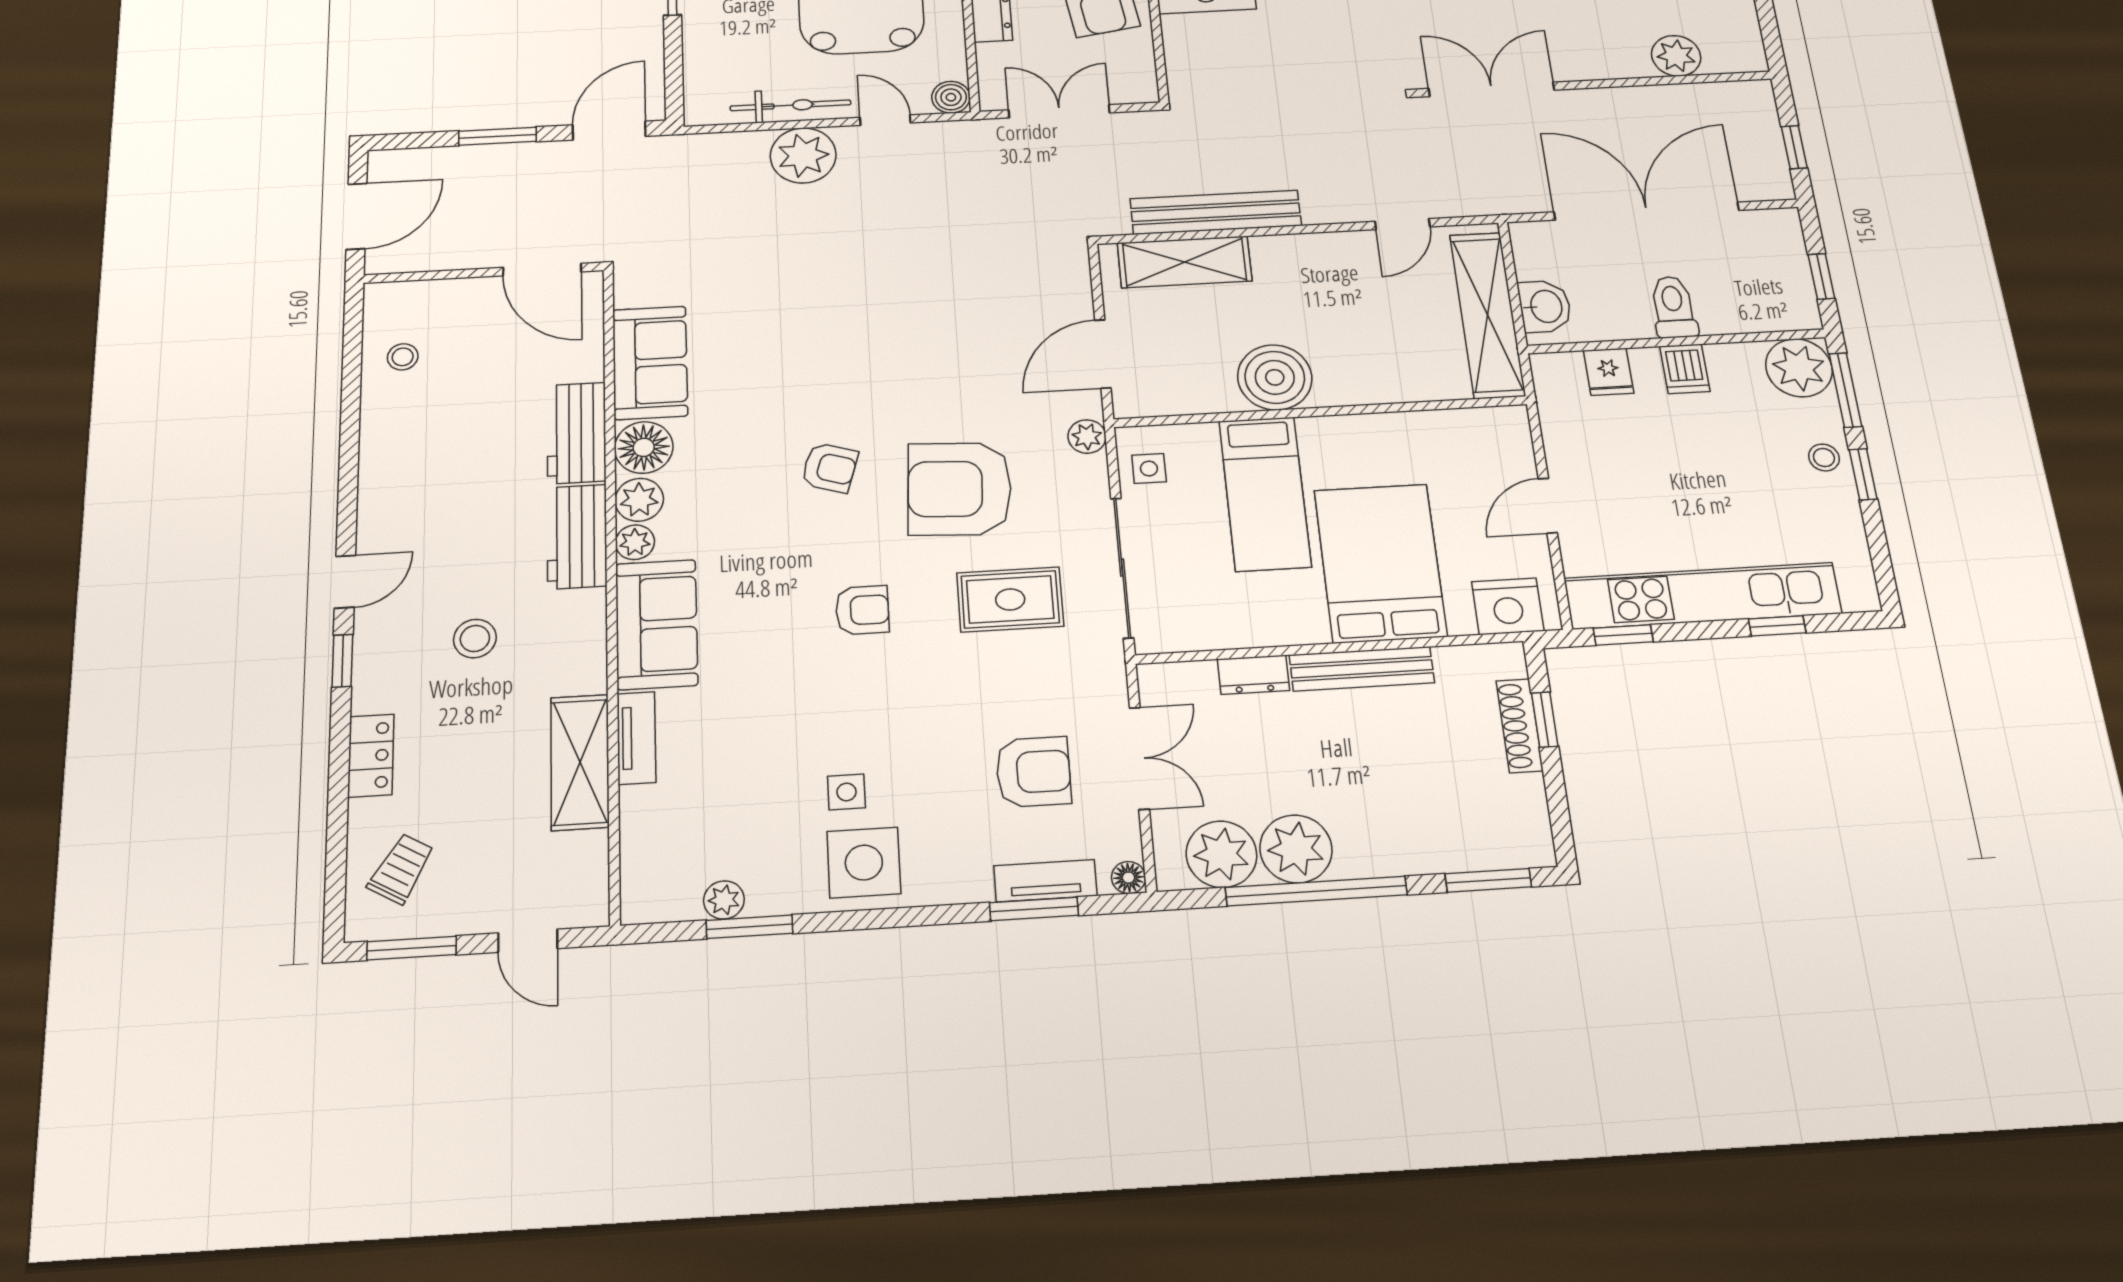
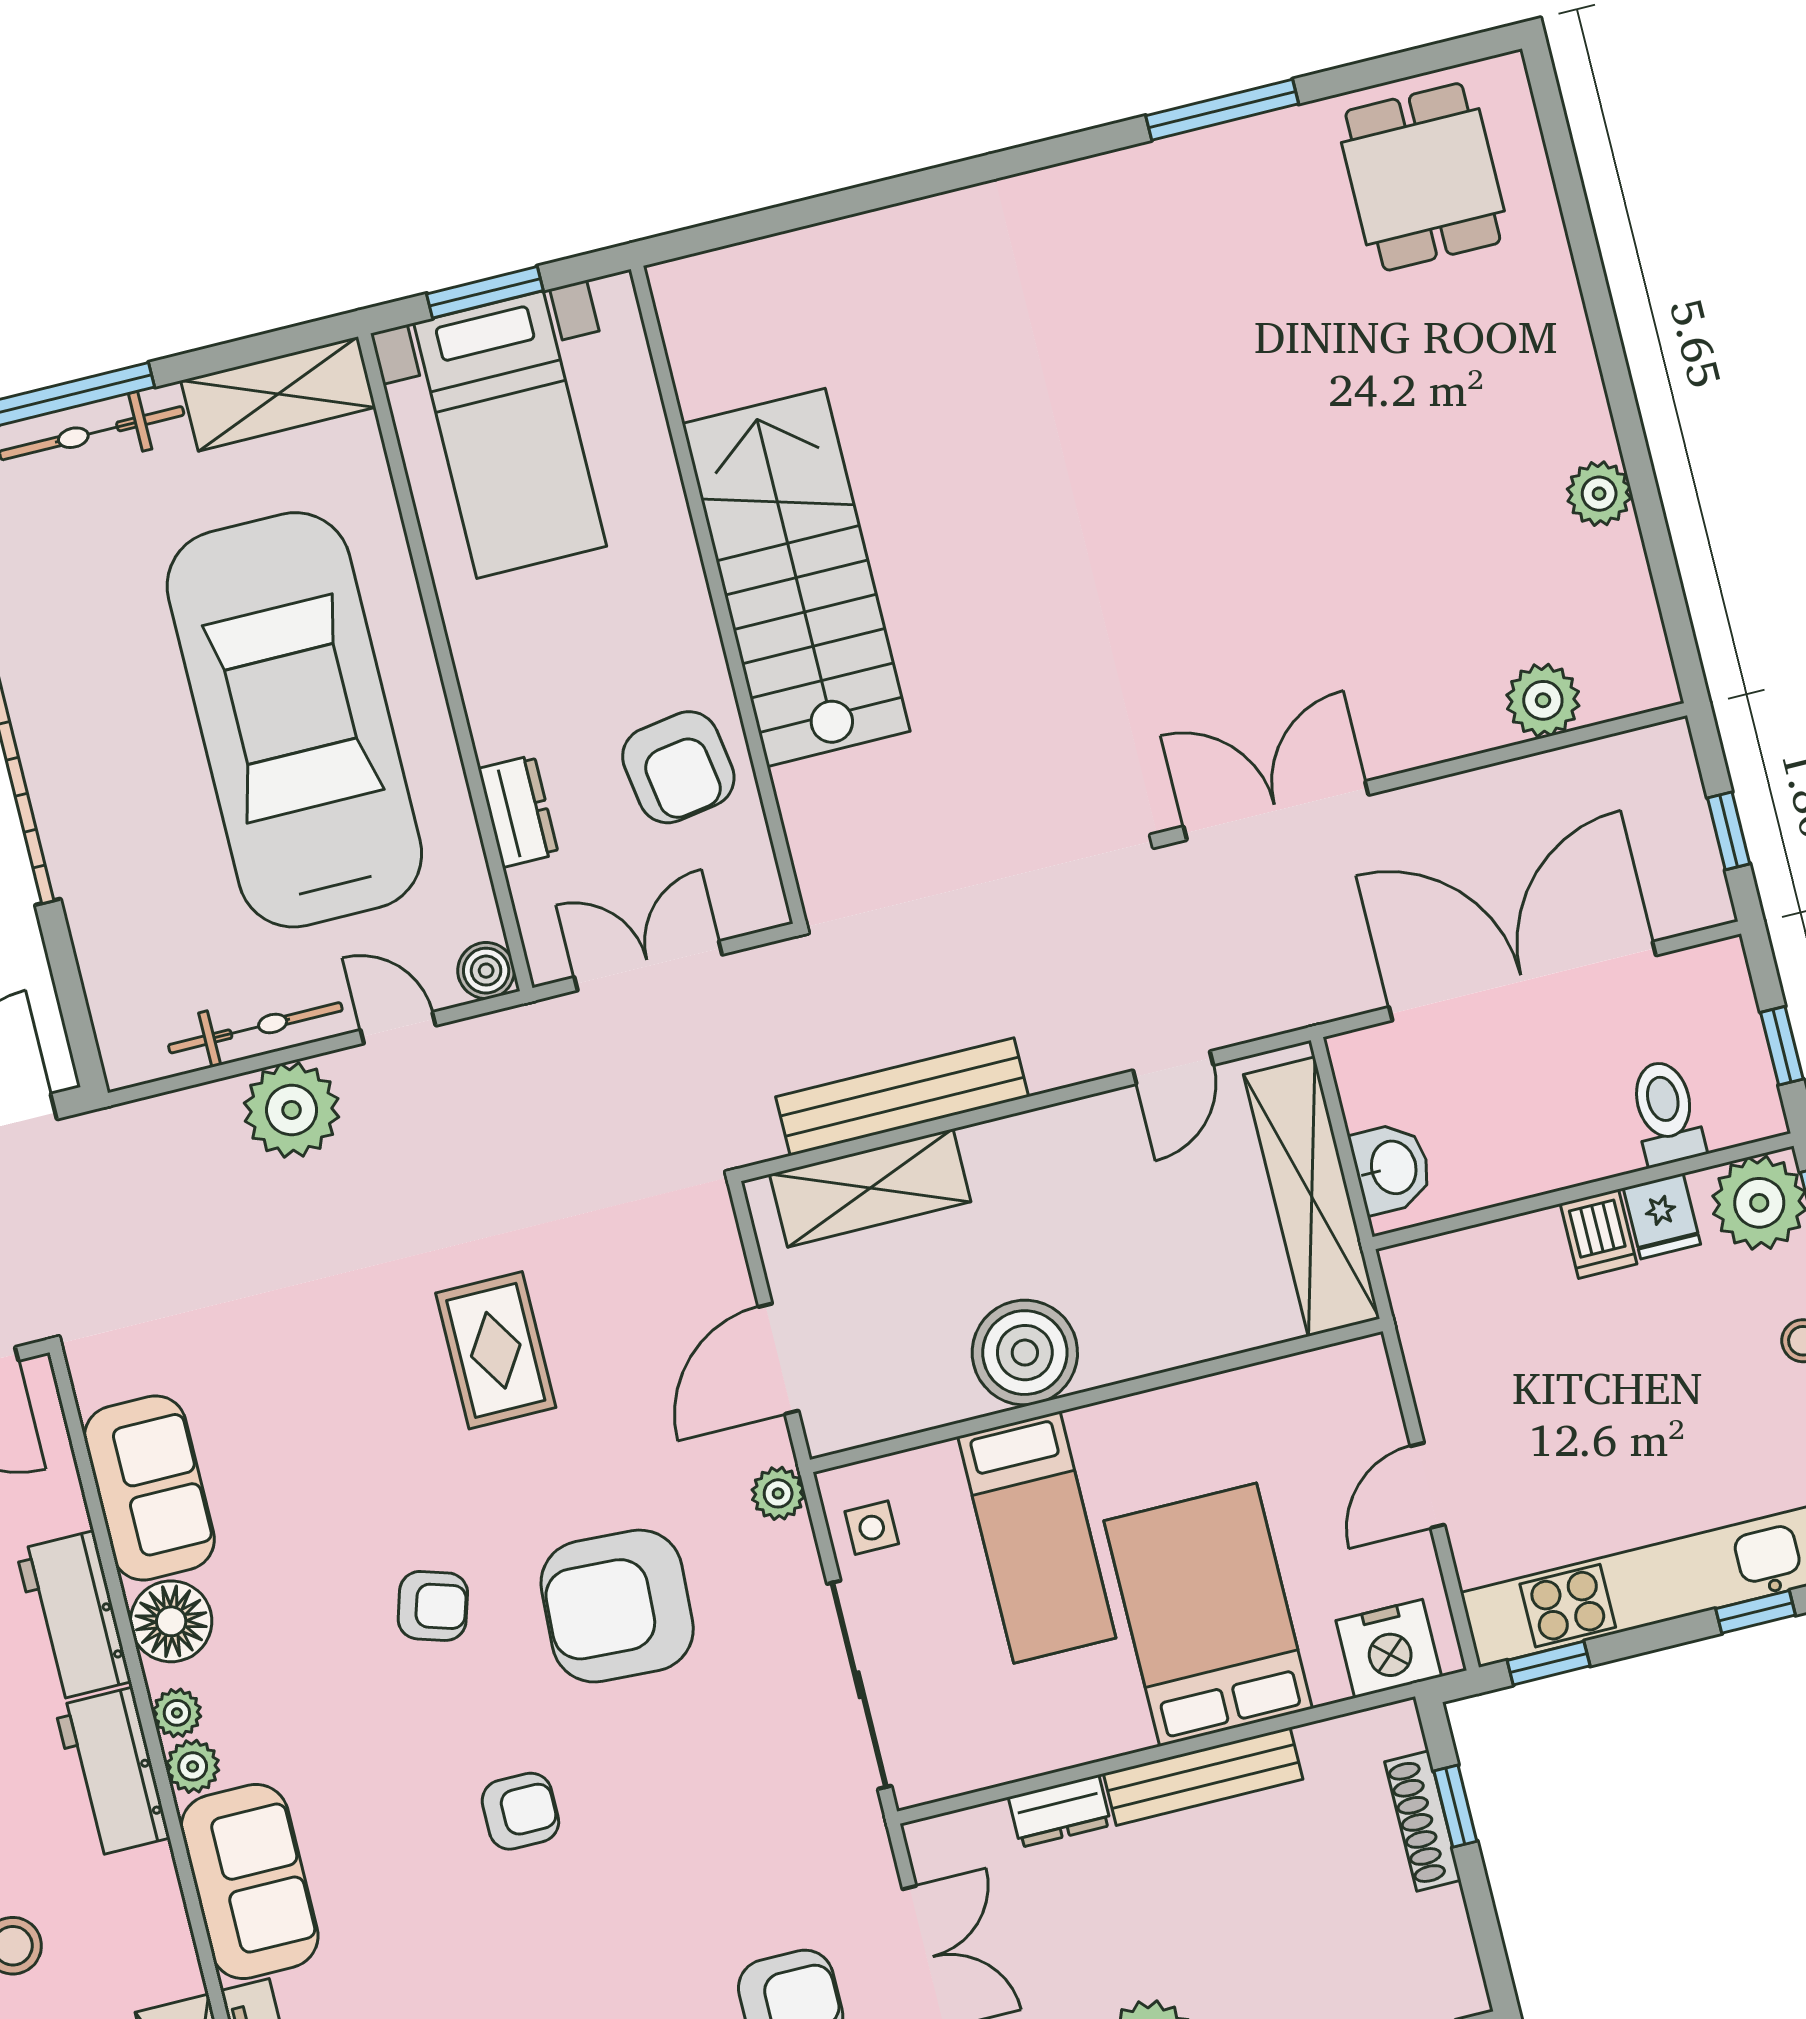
toilet: (1673, 307) -> (1666, 1113), moved
fridge: (1609, 372) -> (1662, 1216), moved
plant: (639, 500) -> (177, 1713), width x0.73, depth x0.73
rug: (1010, 599) -> (496, 1350), moved, turned 90

